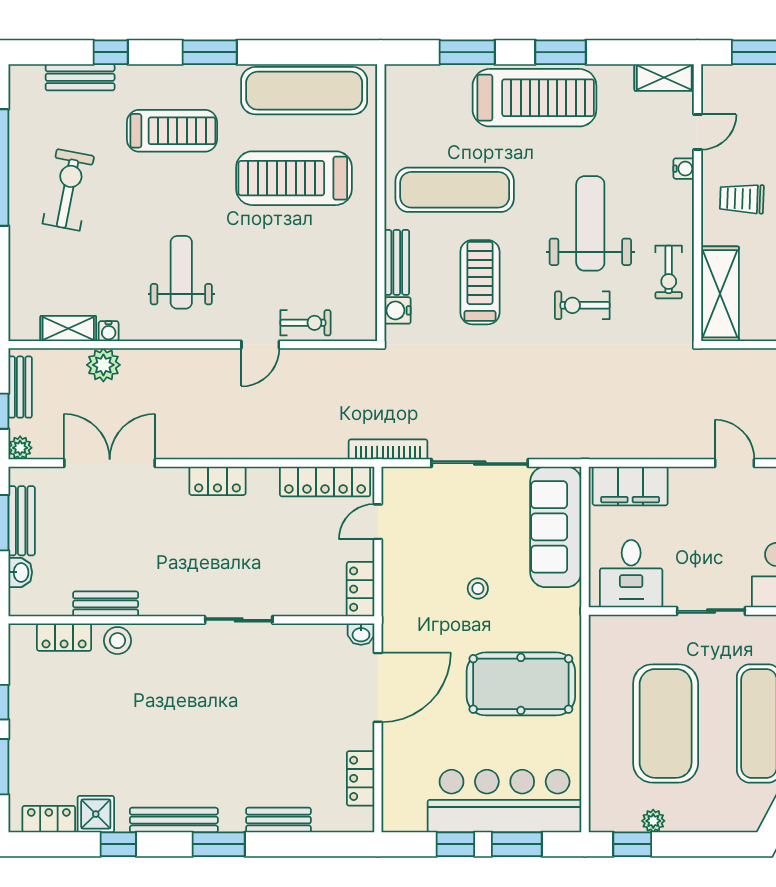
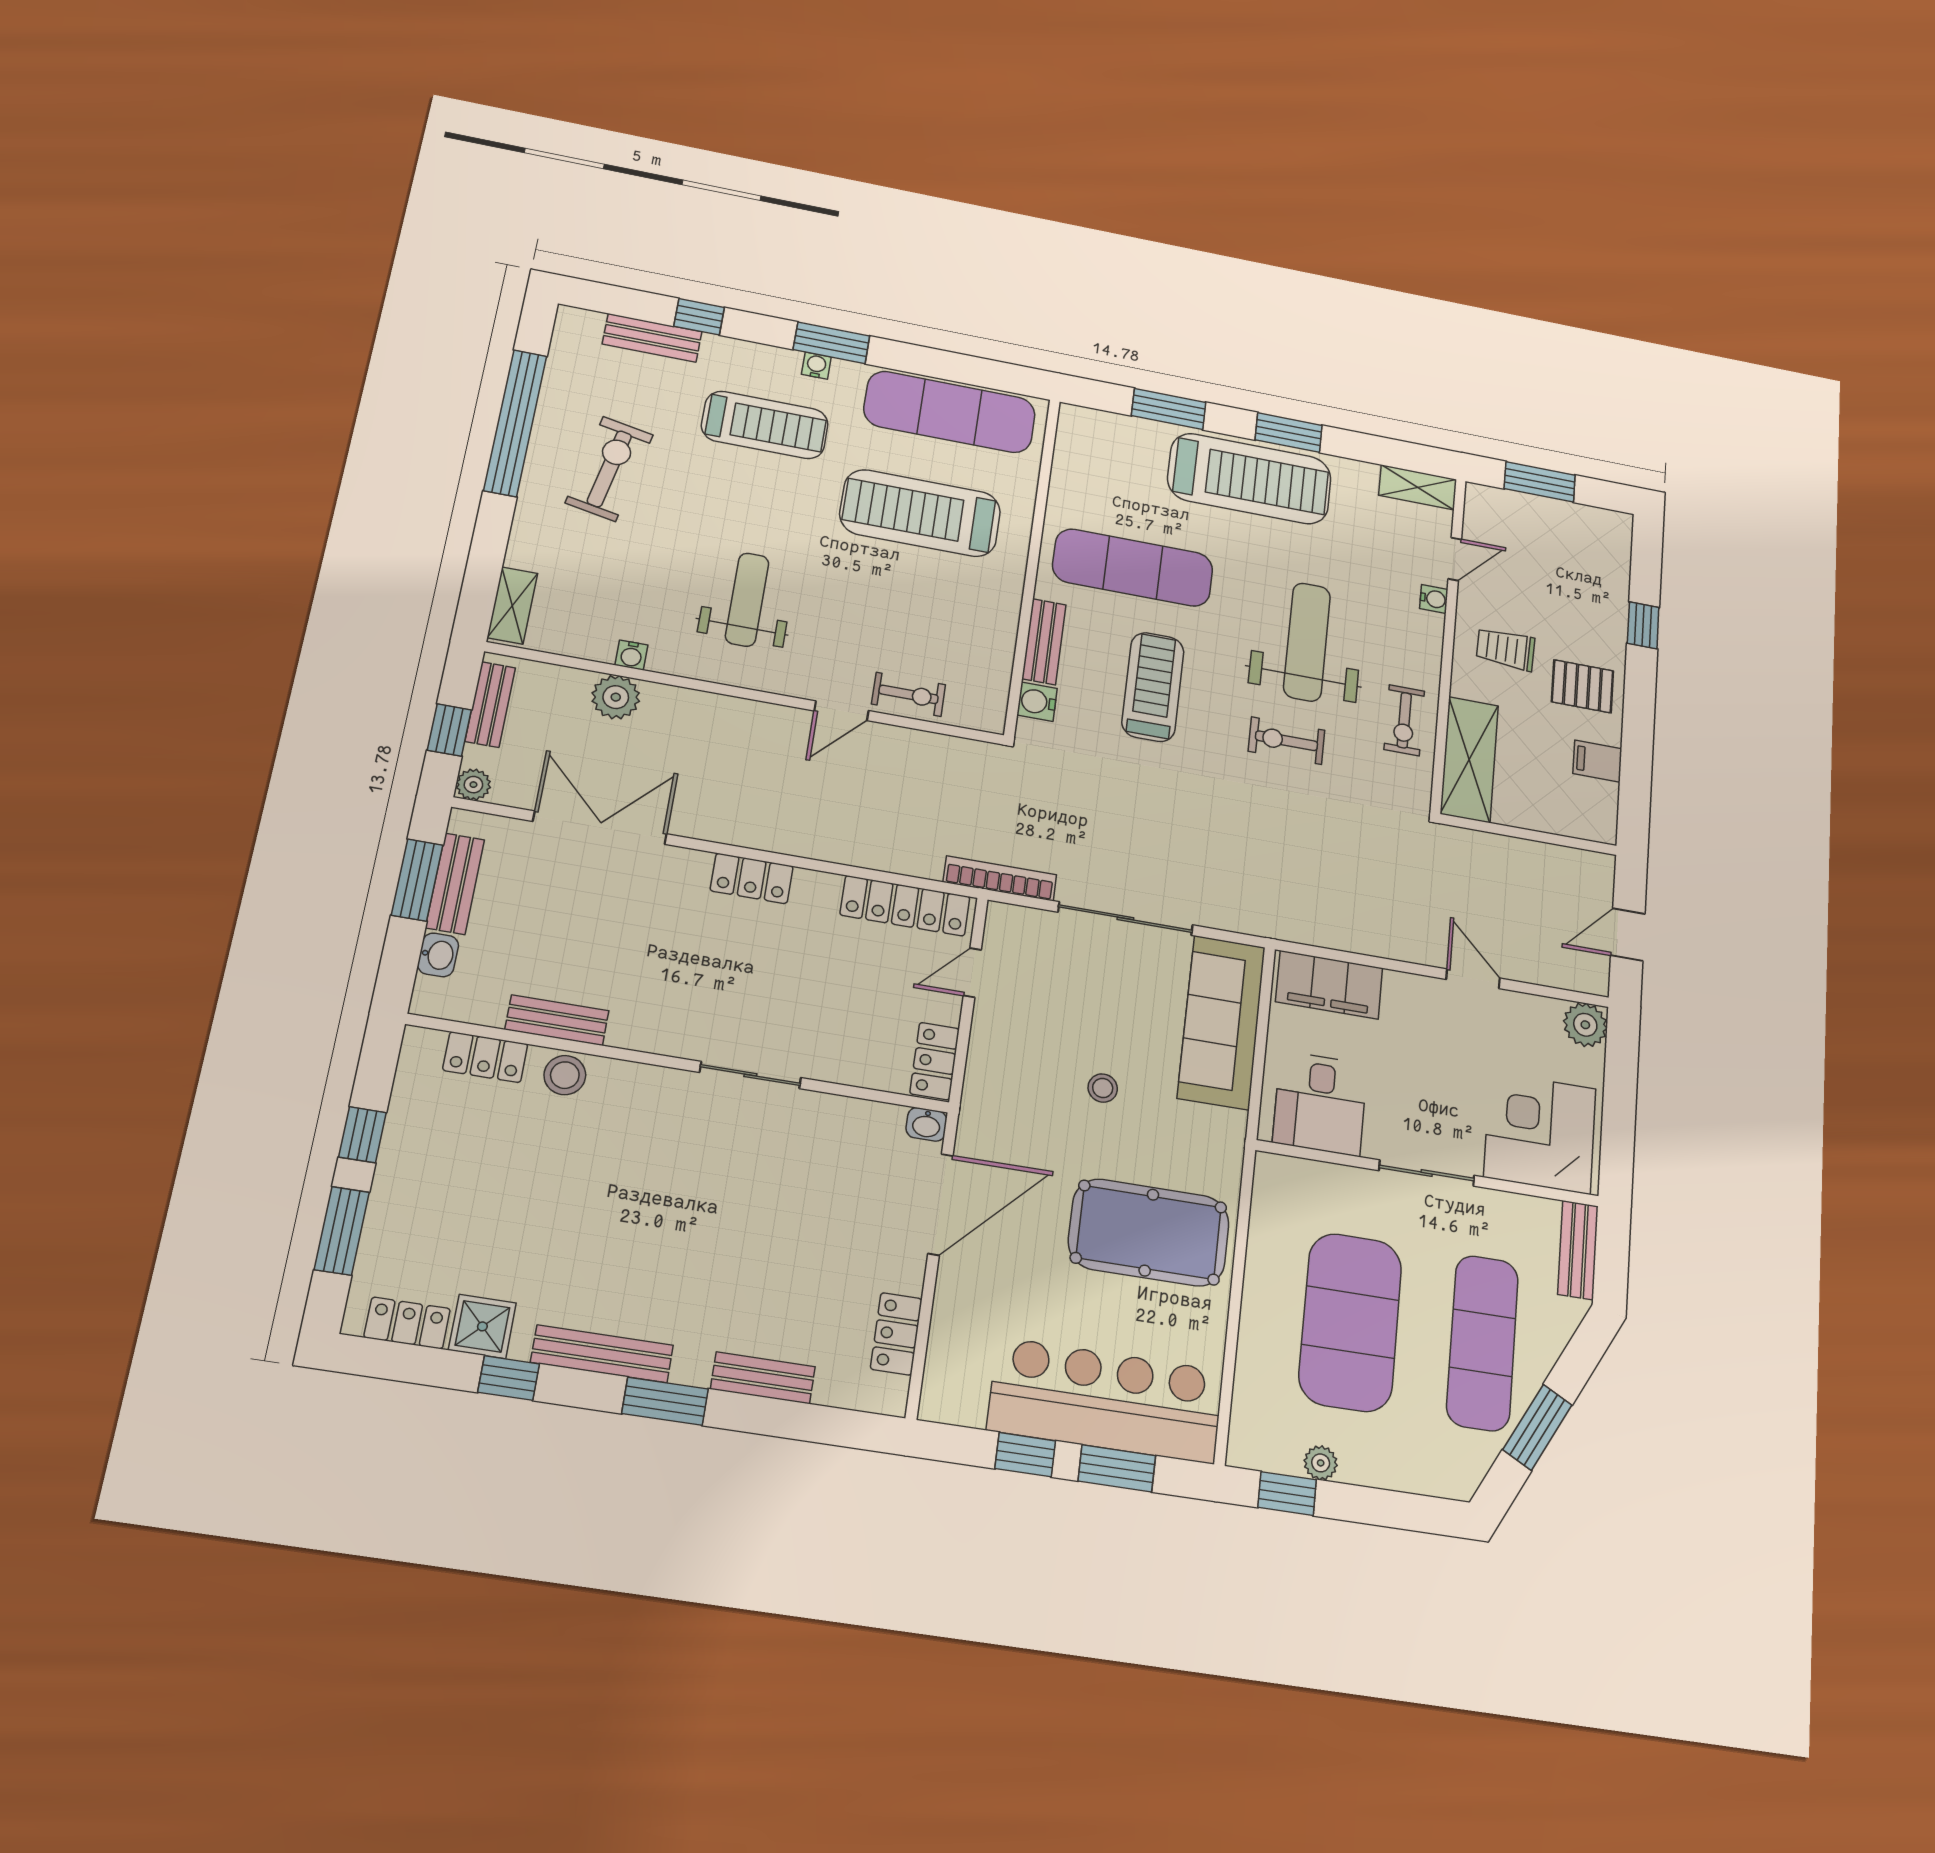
water cooler: (201, 74) -> (816, 366), added
shelving: (68, 328) -> (512, 605), moved, turned 90

